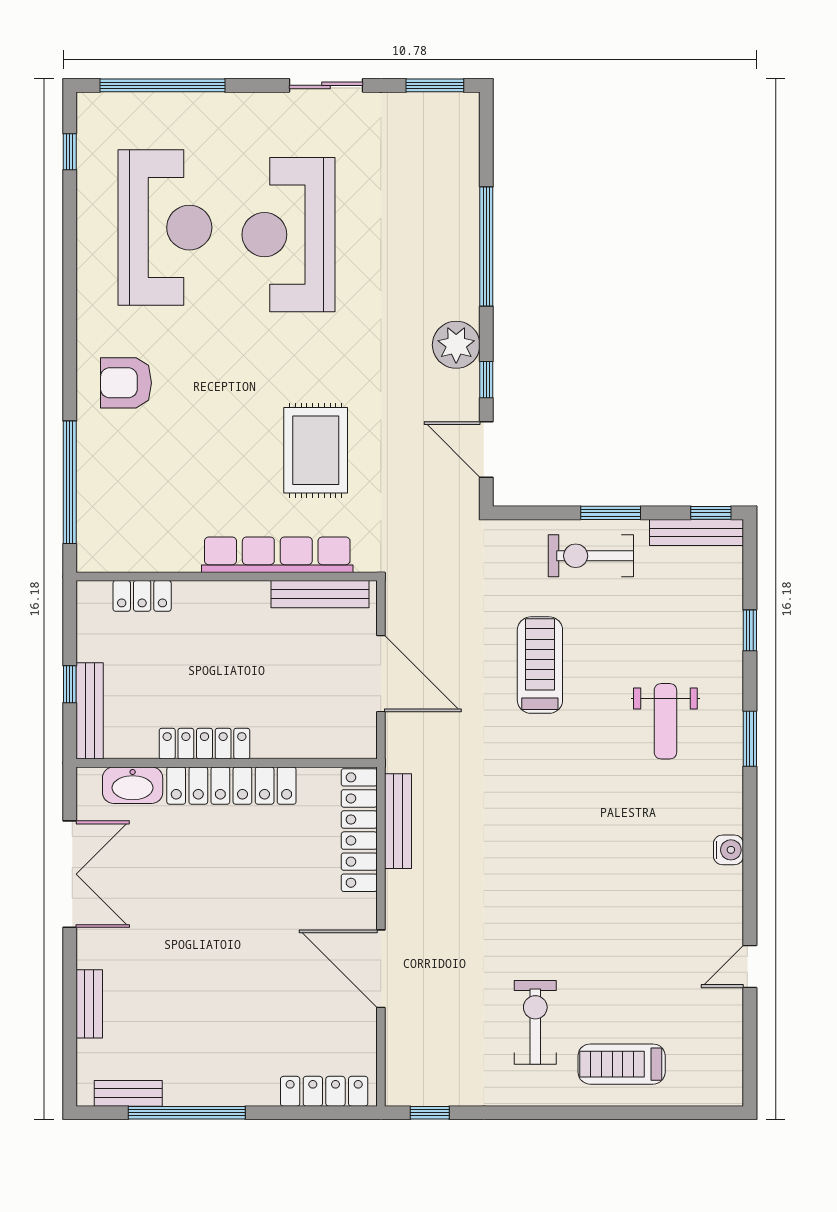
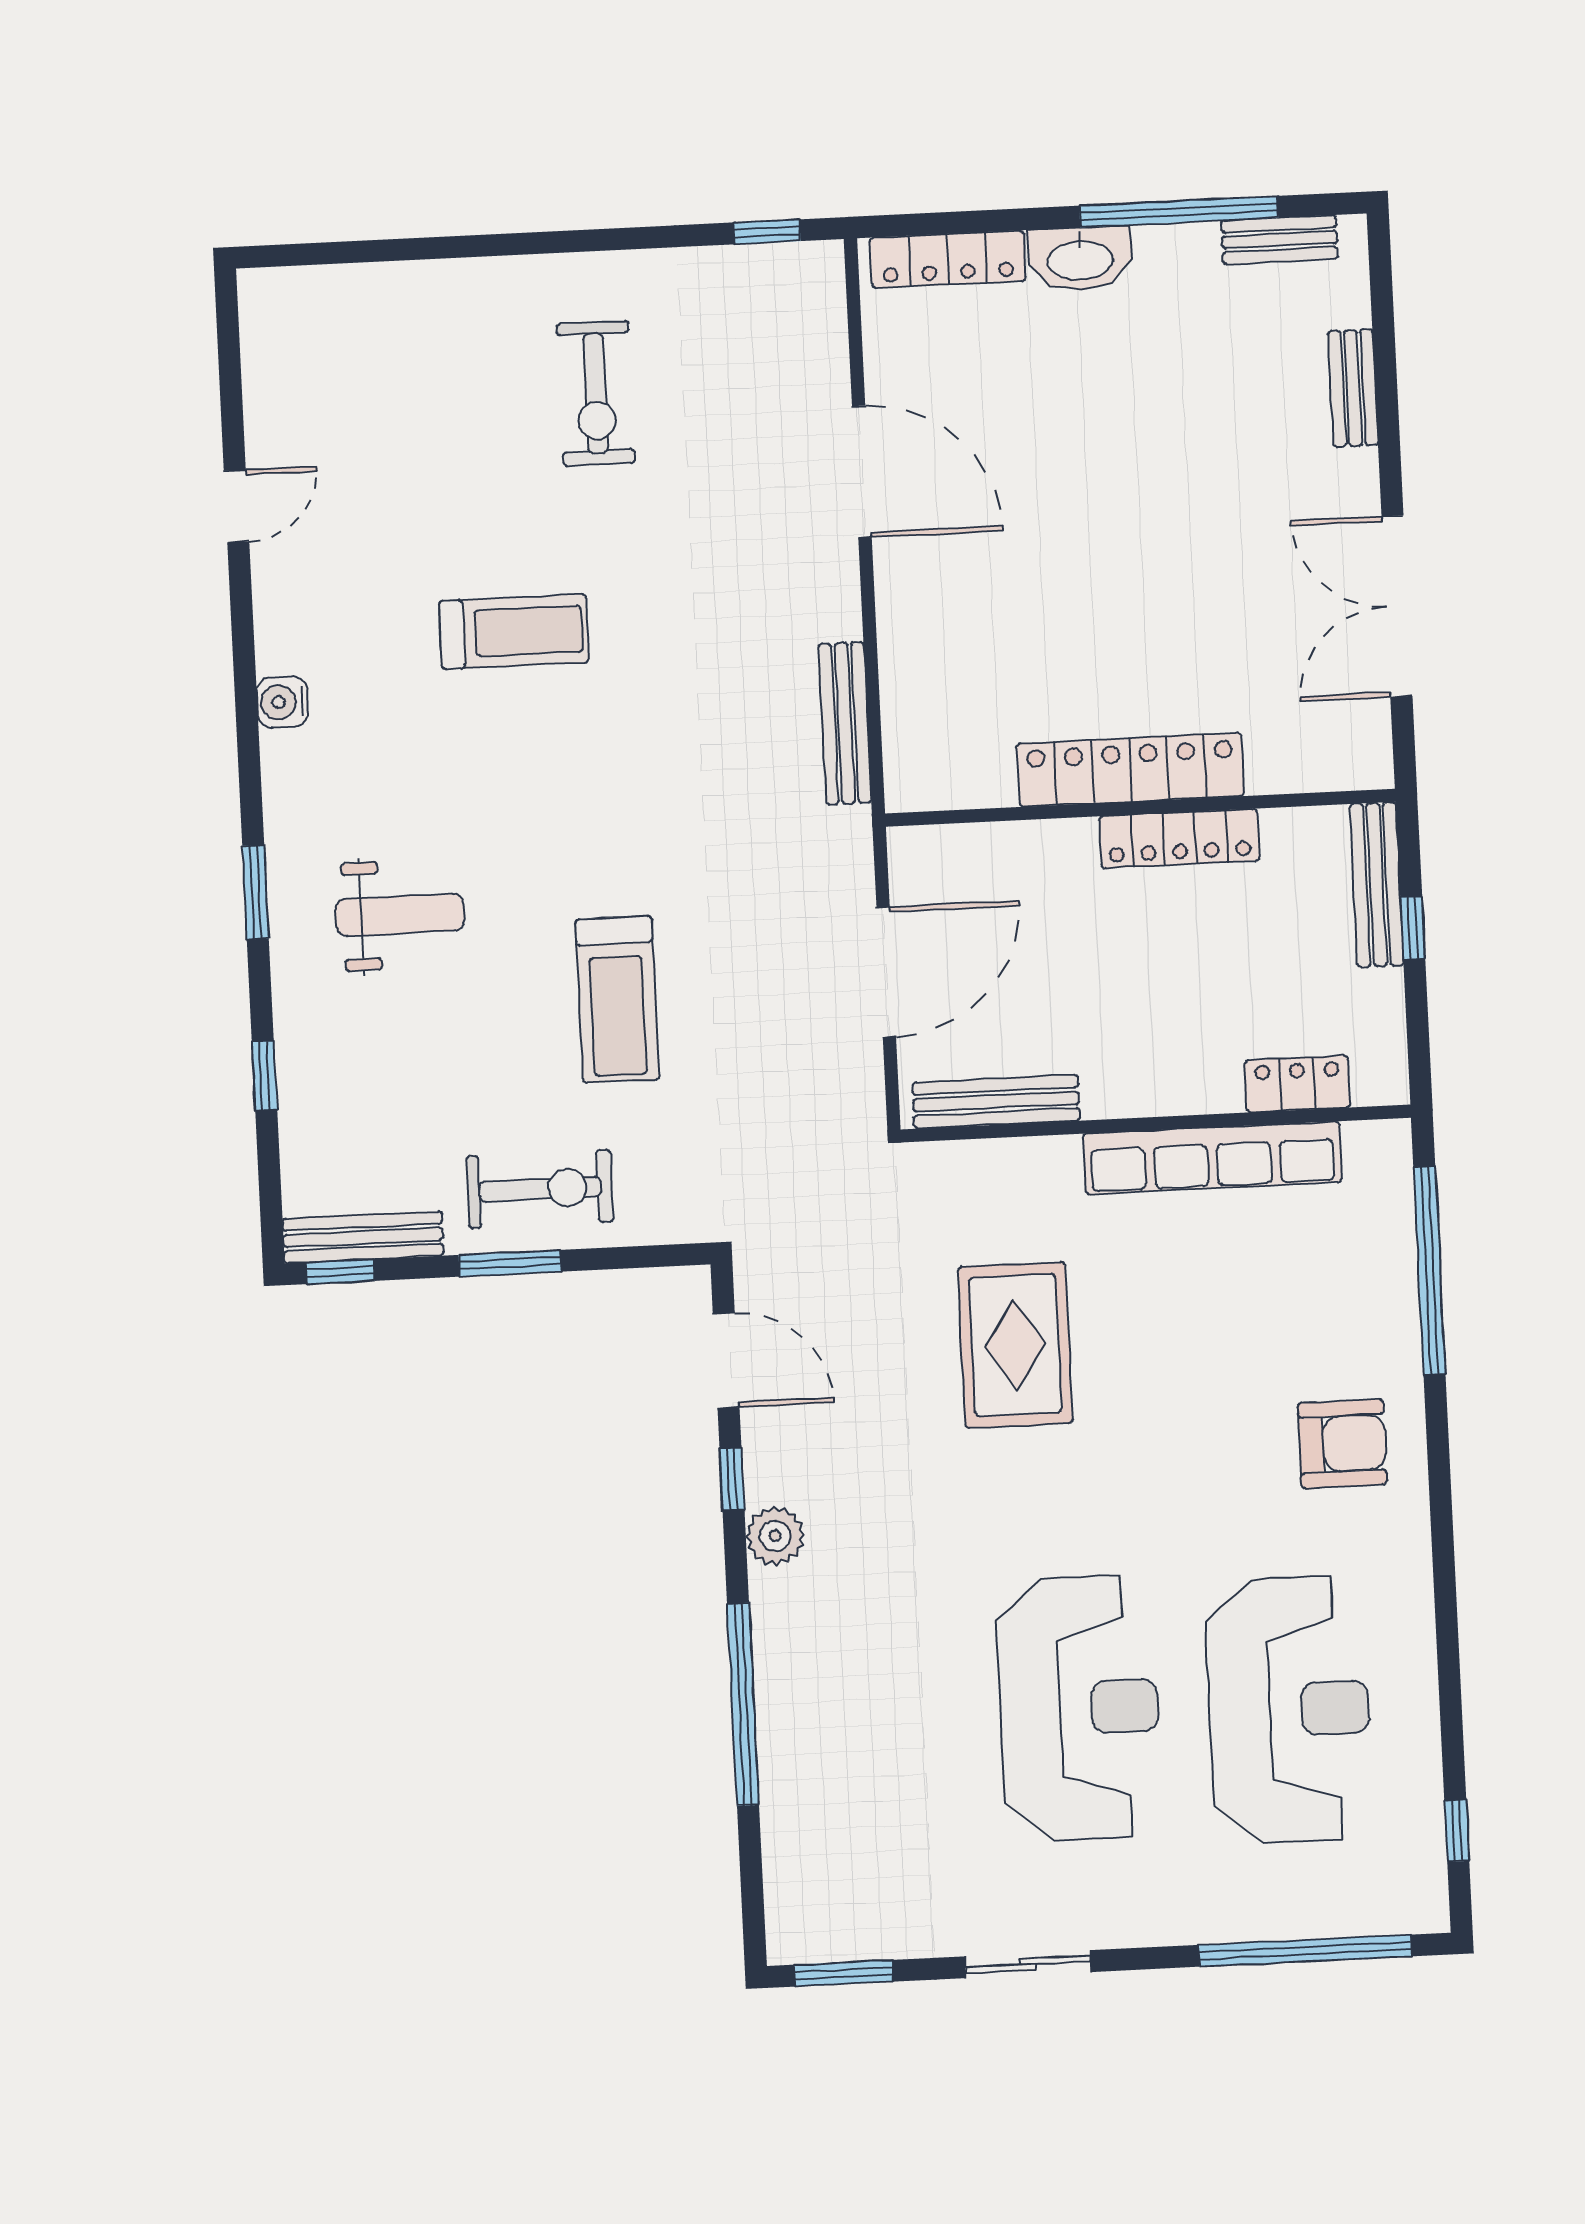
reception desk: (165, 228) -> (1289, 1710), turned 180
plant: (456, 345) -> (775, 1536), width x0.73, depth x0.73
row of seats: (277, 555) -> (1212, 1158), moved
door: (381, 674) -> (886, 972), swing flipped
weight bench: (665, 721) -> (400, 915), turned 90
washbasin: (133, 785) -> (1080, 259), moved, turned 180
locker: (359, 830) -> (910, 705), removed
treadmill: (622, 1064) -> (514, 632), moved

